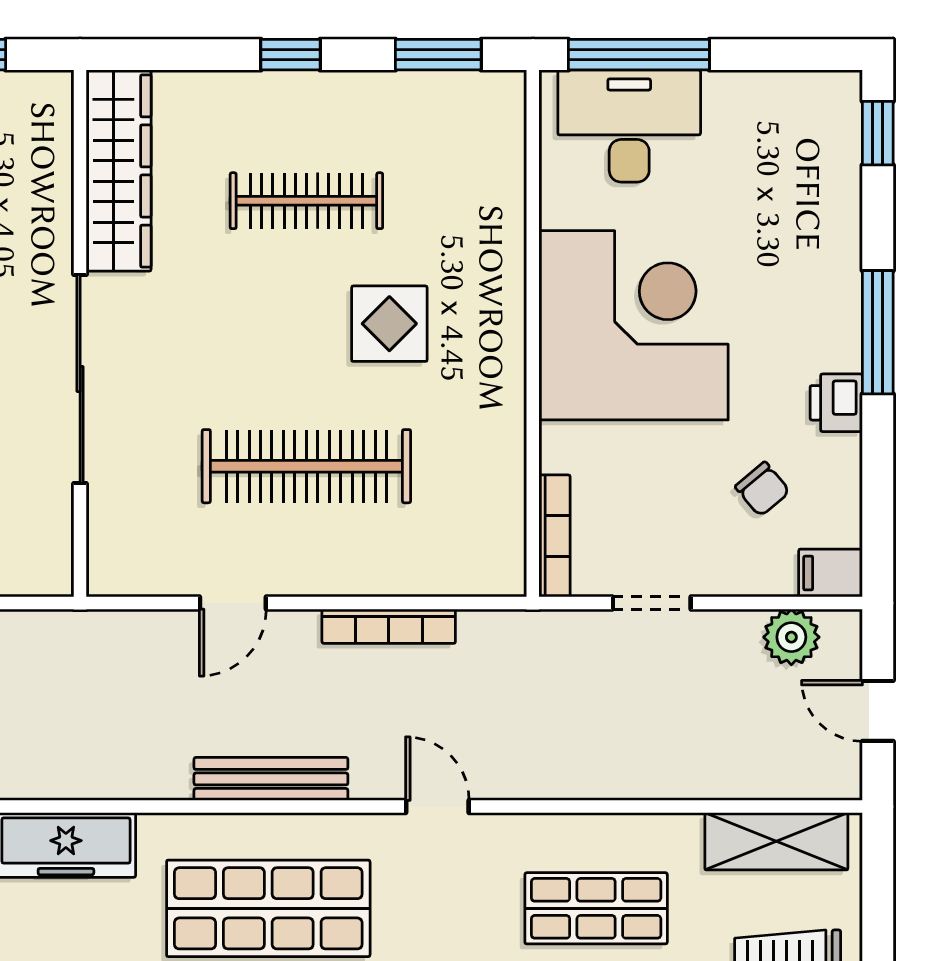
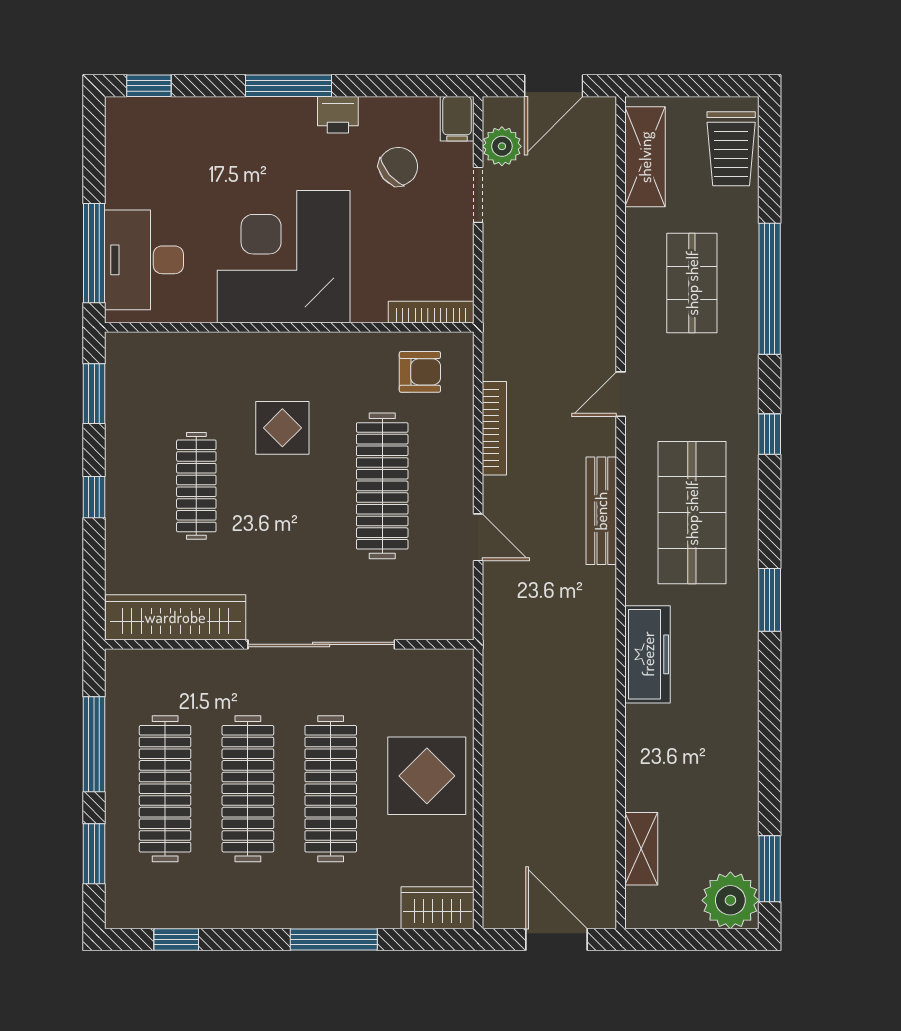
chair: (762, 489) -> (398, 166), width x1.37, depth x1.37
armchair: (469, 520) -> (420, 372), added
doorway: (652, 603) -> (478, 195), moved
door: (878, 711) -> (554, 86), width x1.38

